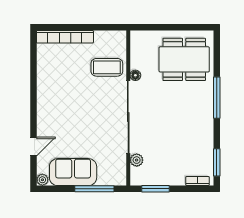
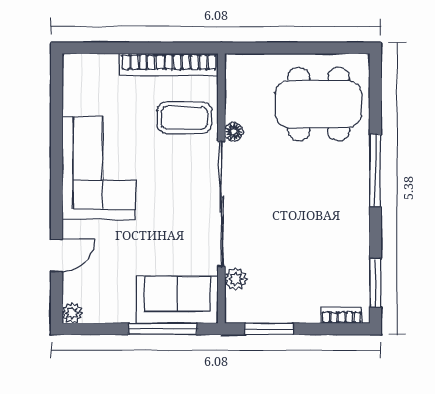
bookcase: (65, 37) -> (169, 65), moved
corner sofa: (58, 96) -> (99, 168), added
sofa: (73, 172) -> (177, 300), moved

